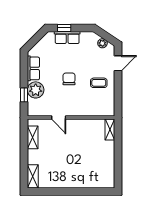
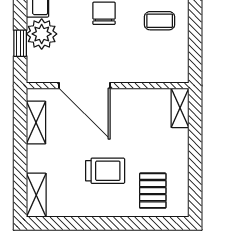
door: (59, 118) -> (84, 86), width x1.88
trolley: (70, 163) -> (105, 171), added
pallet: (95, 174) -> (153, 191), added

